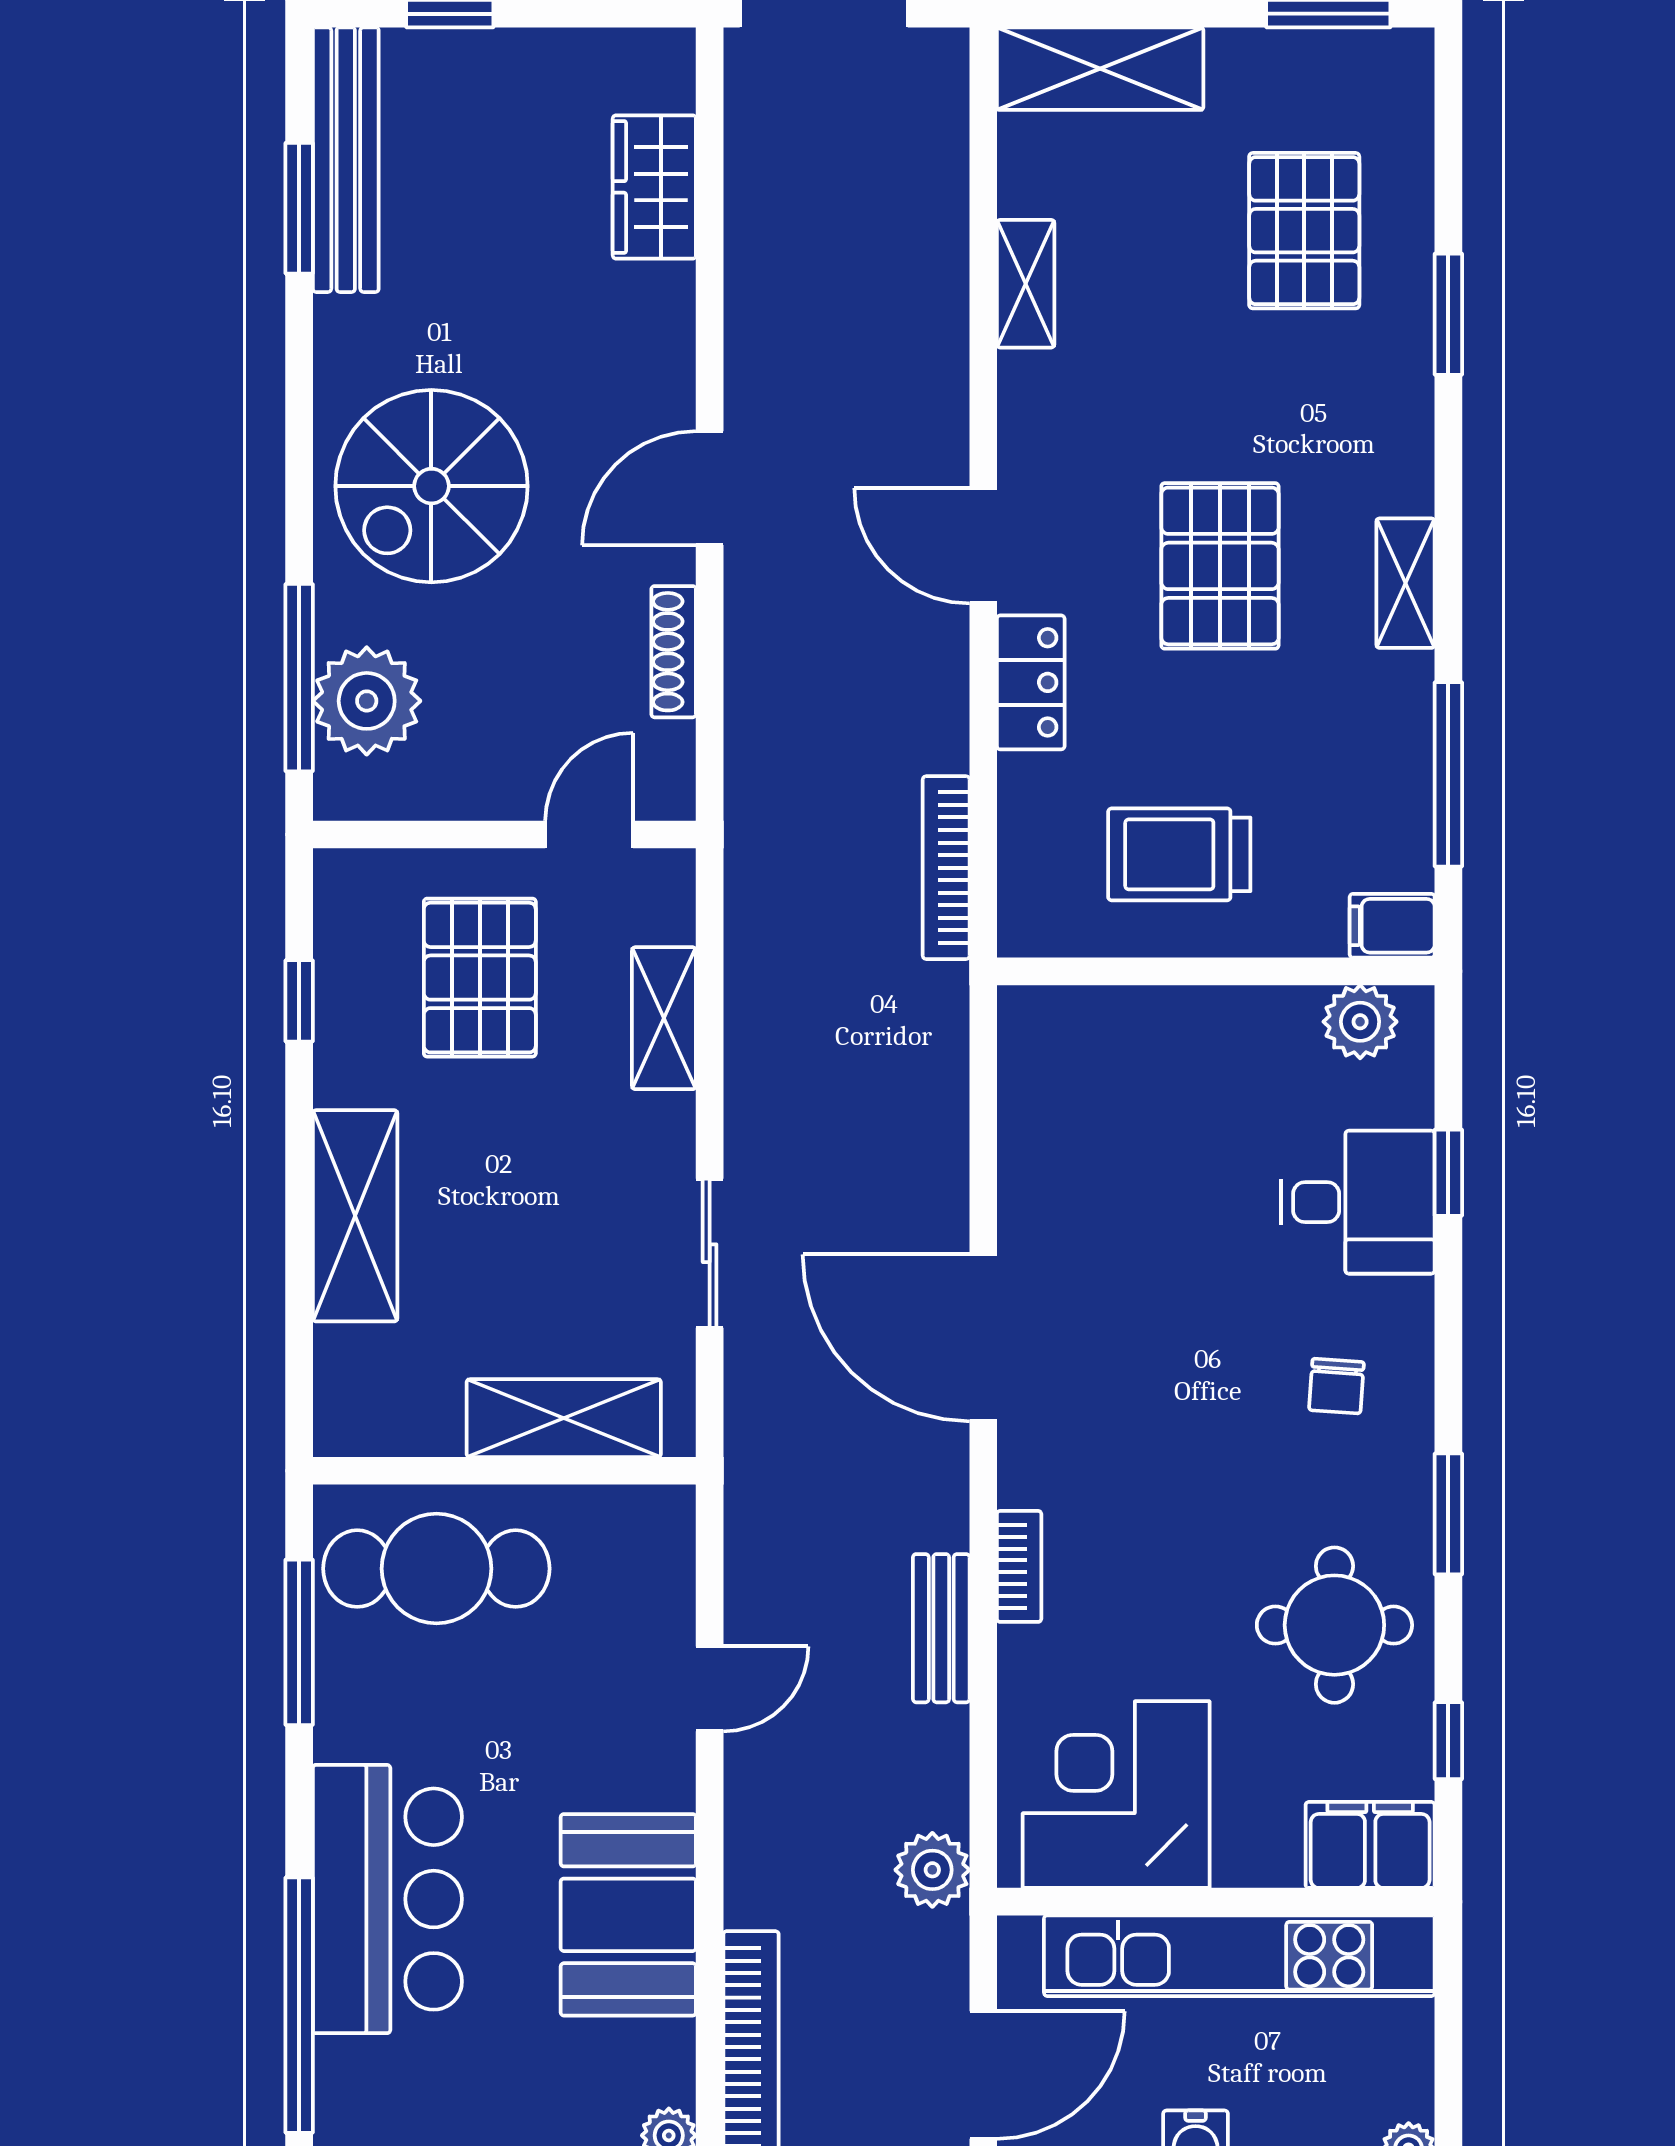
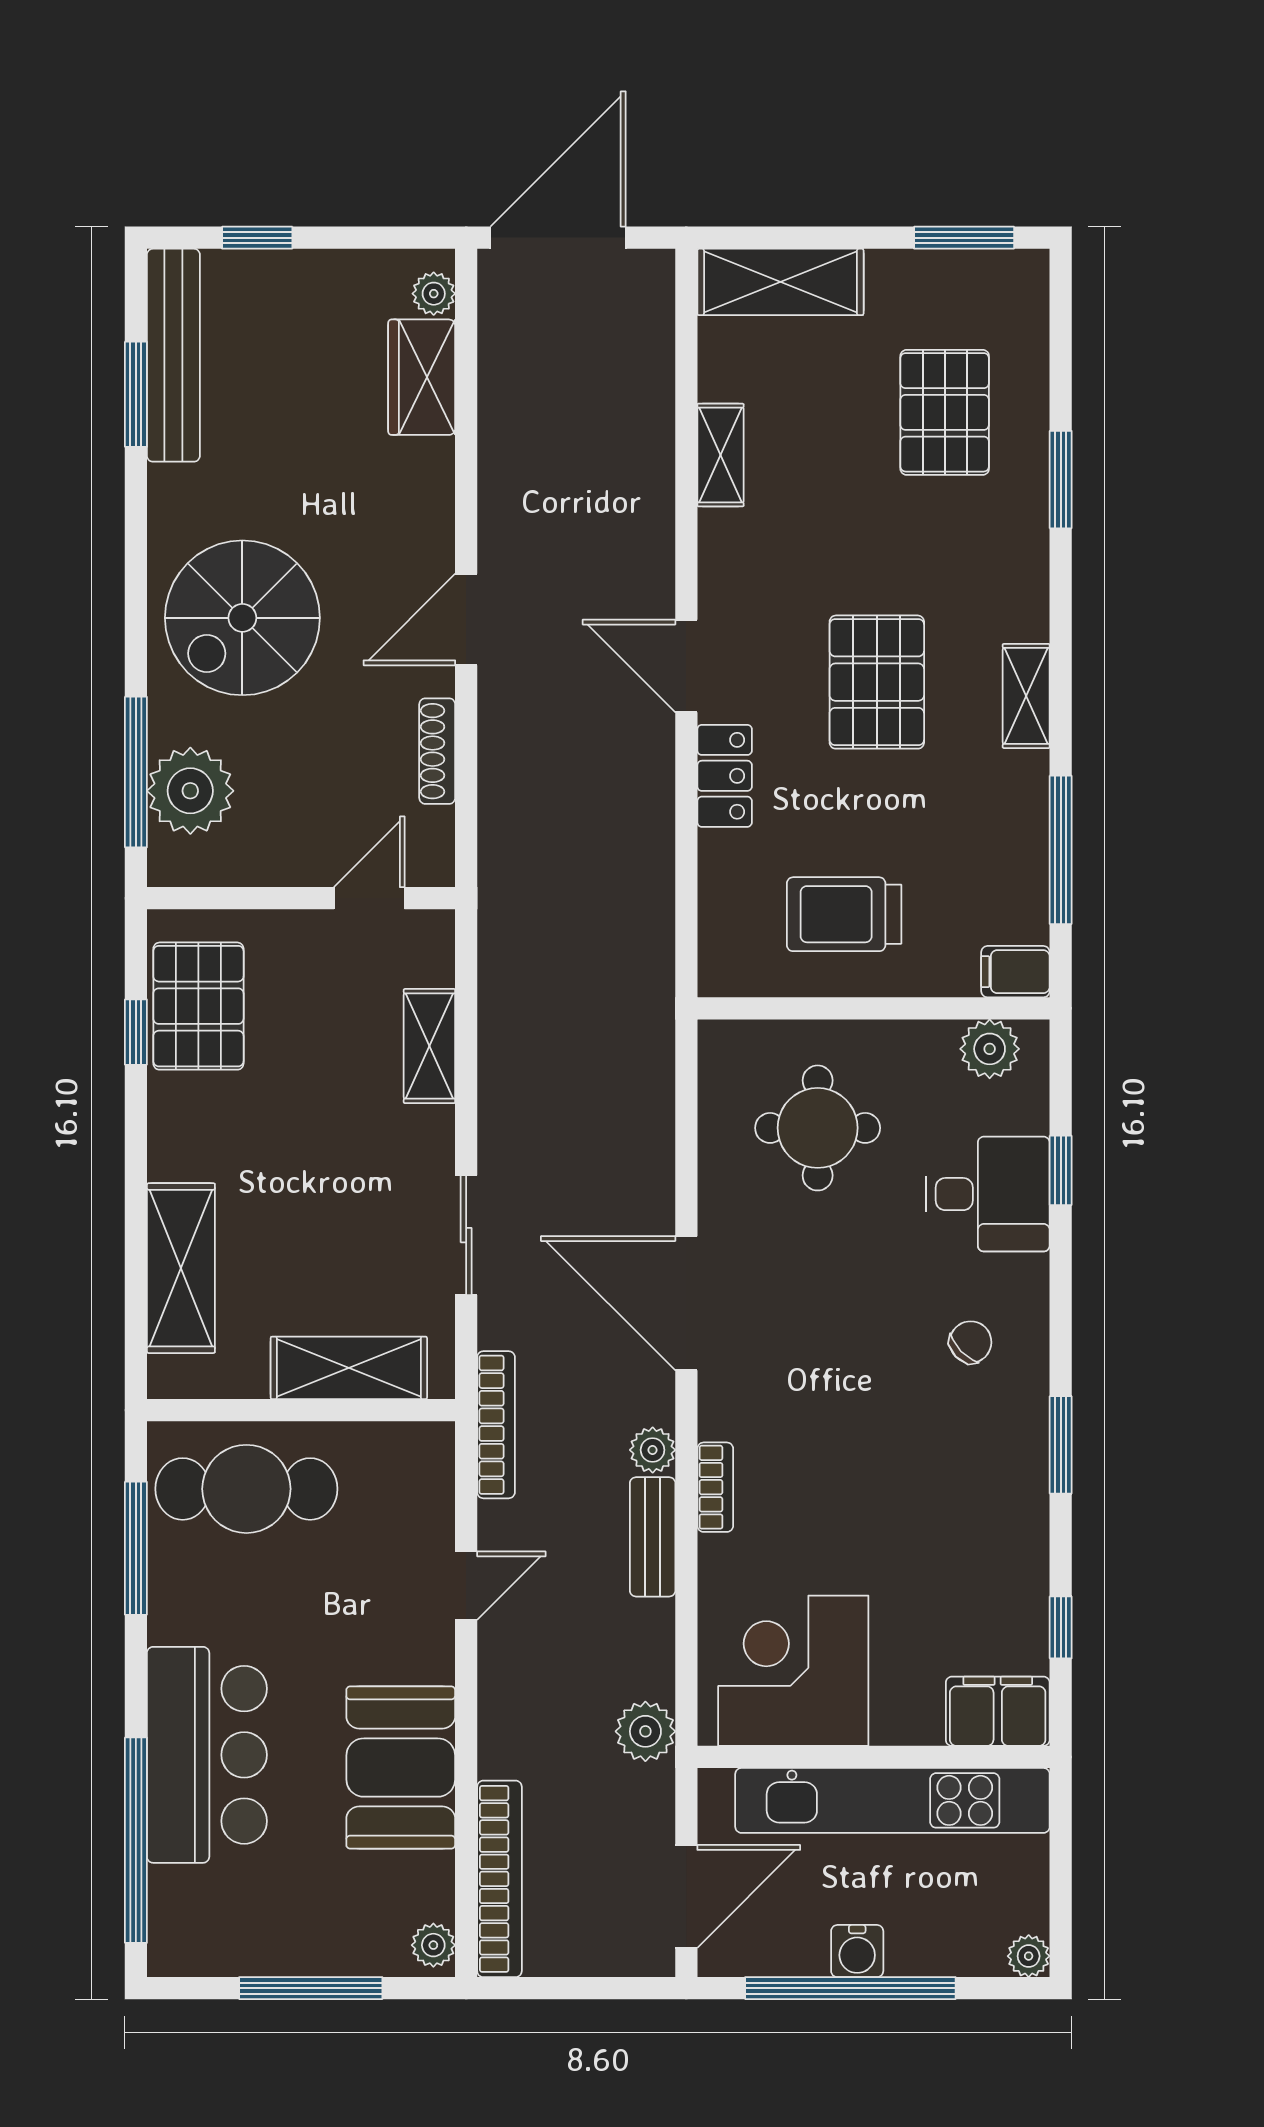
plant: (669, 83) -> (434, 294), added
bookcase: (946, 868) -> (496, 1425), moved, turned 180
pallet: (480, 978) -> (198, 1006), moved
shelving: (355, 1216) -> (181, 1268), moved
chair: (1336, 1386) -> (971, 1342), turned -138
plant: (941, 1520) -> (653, 1450), added
round table: (1334, 1625) -> (818, 1128), moved

